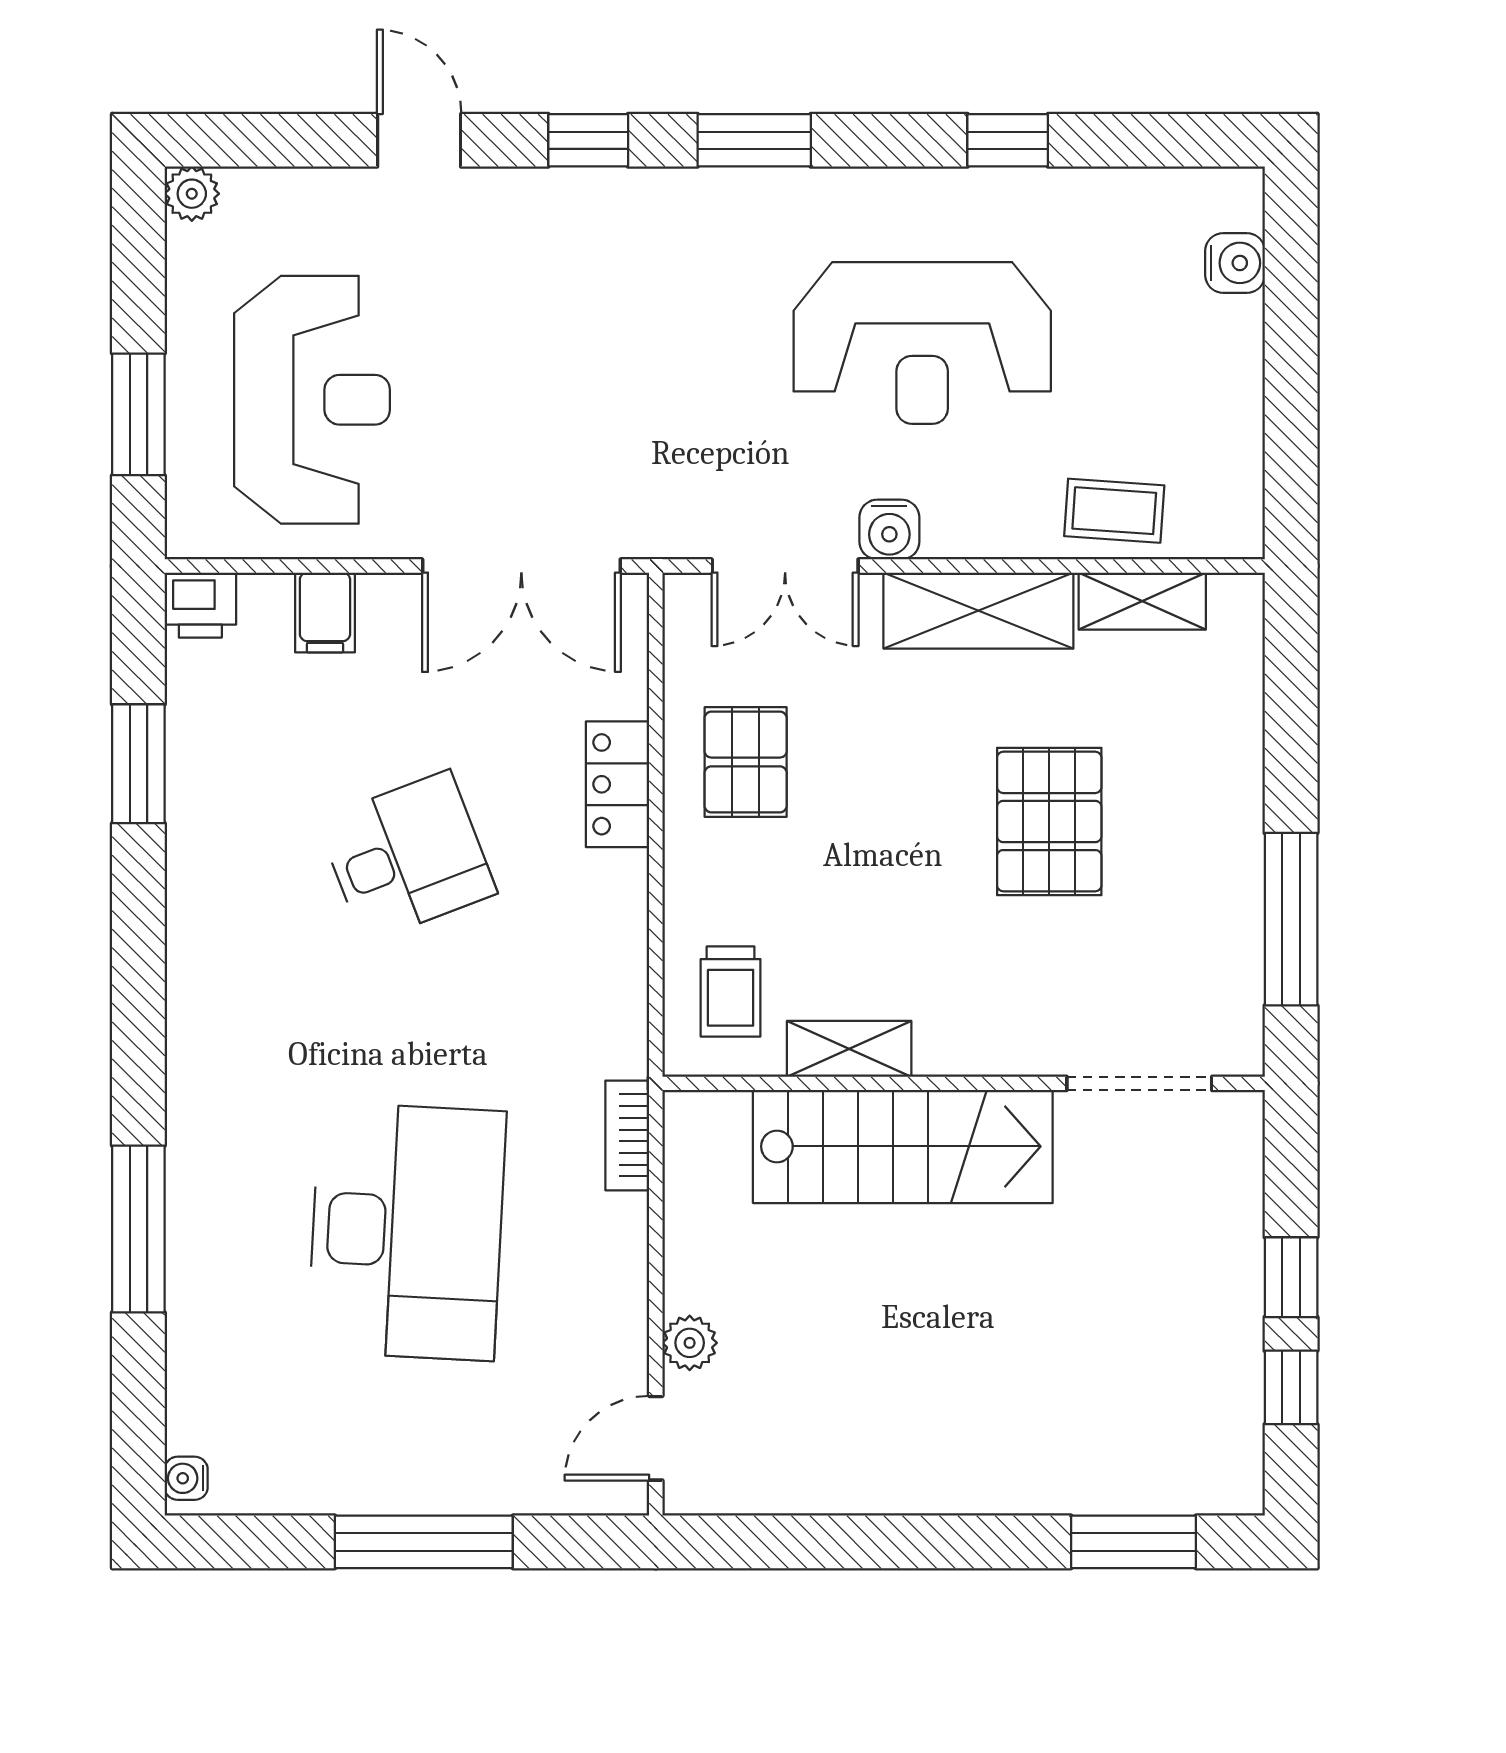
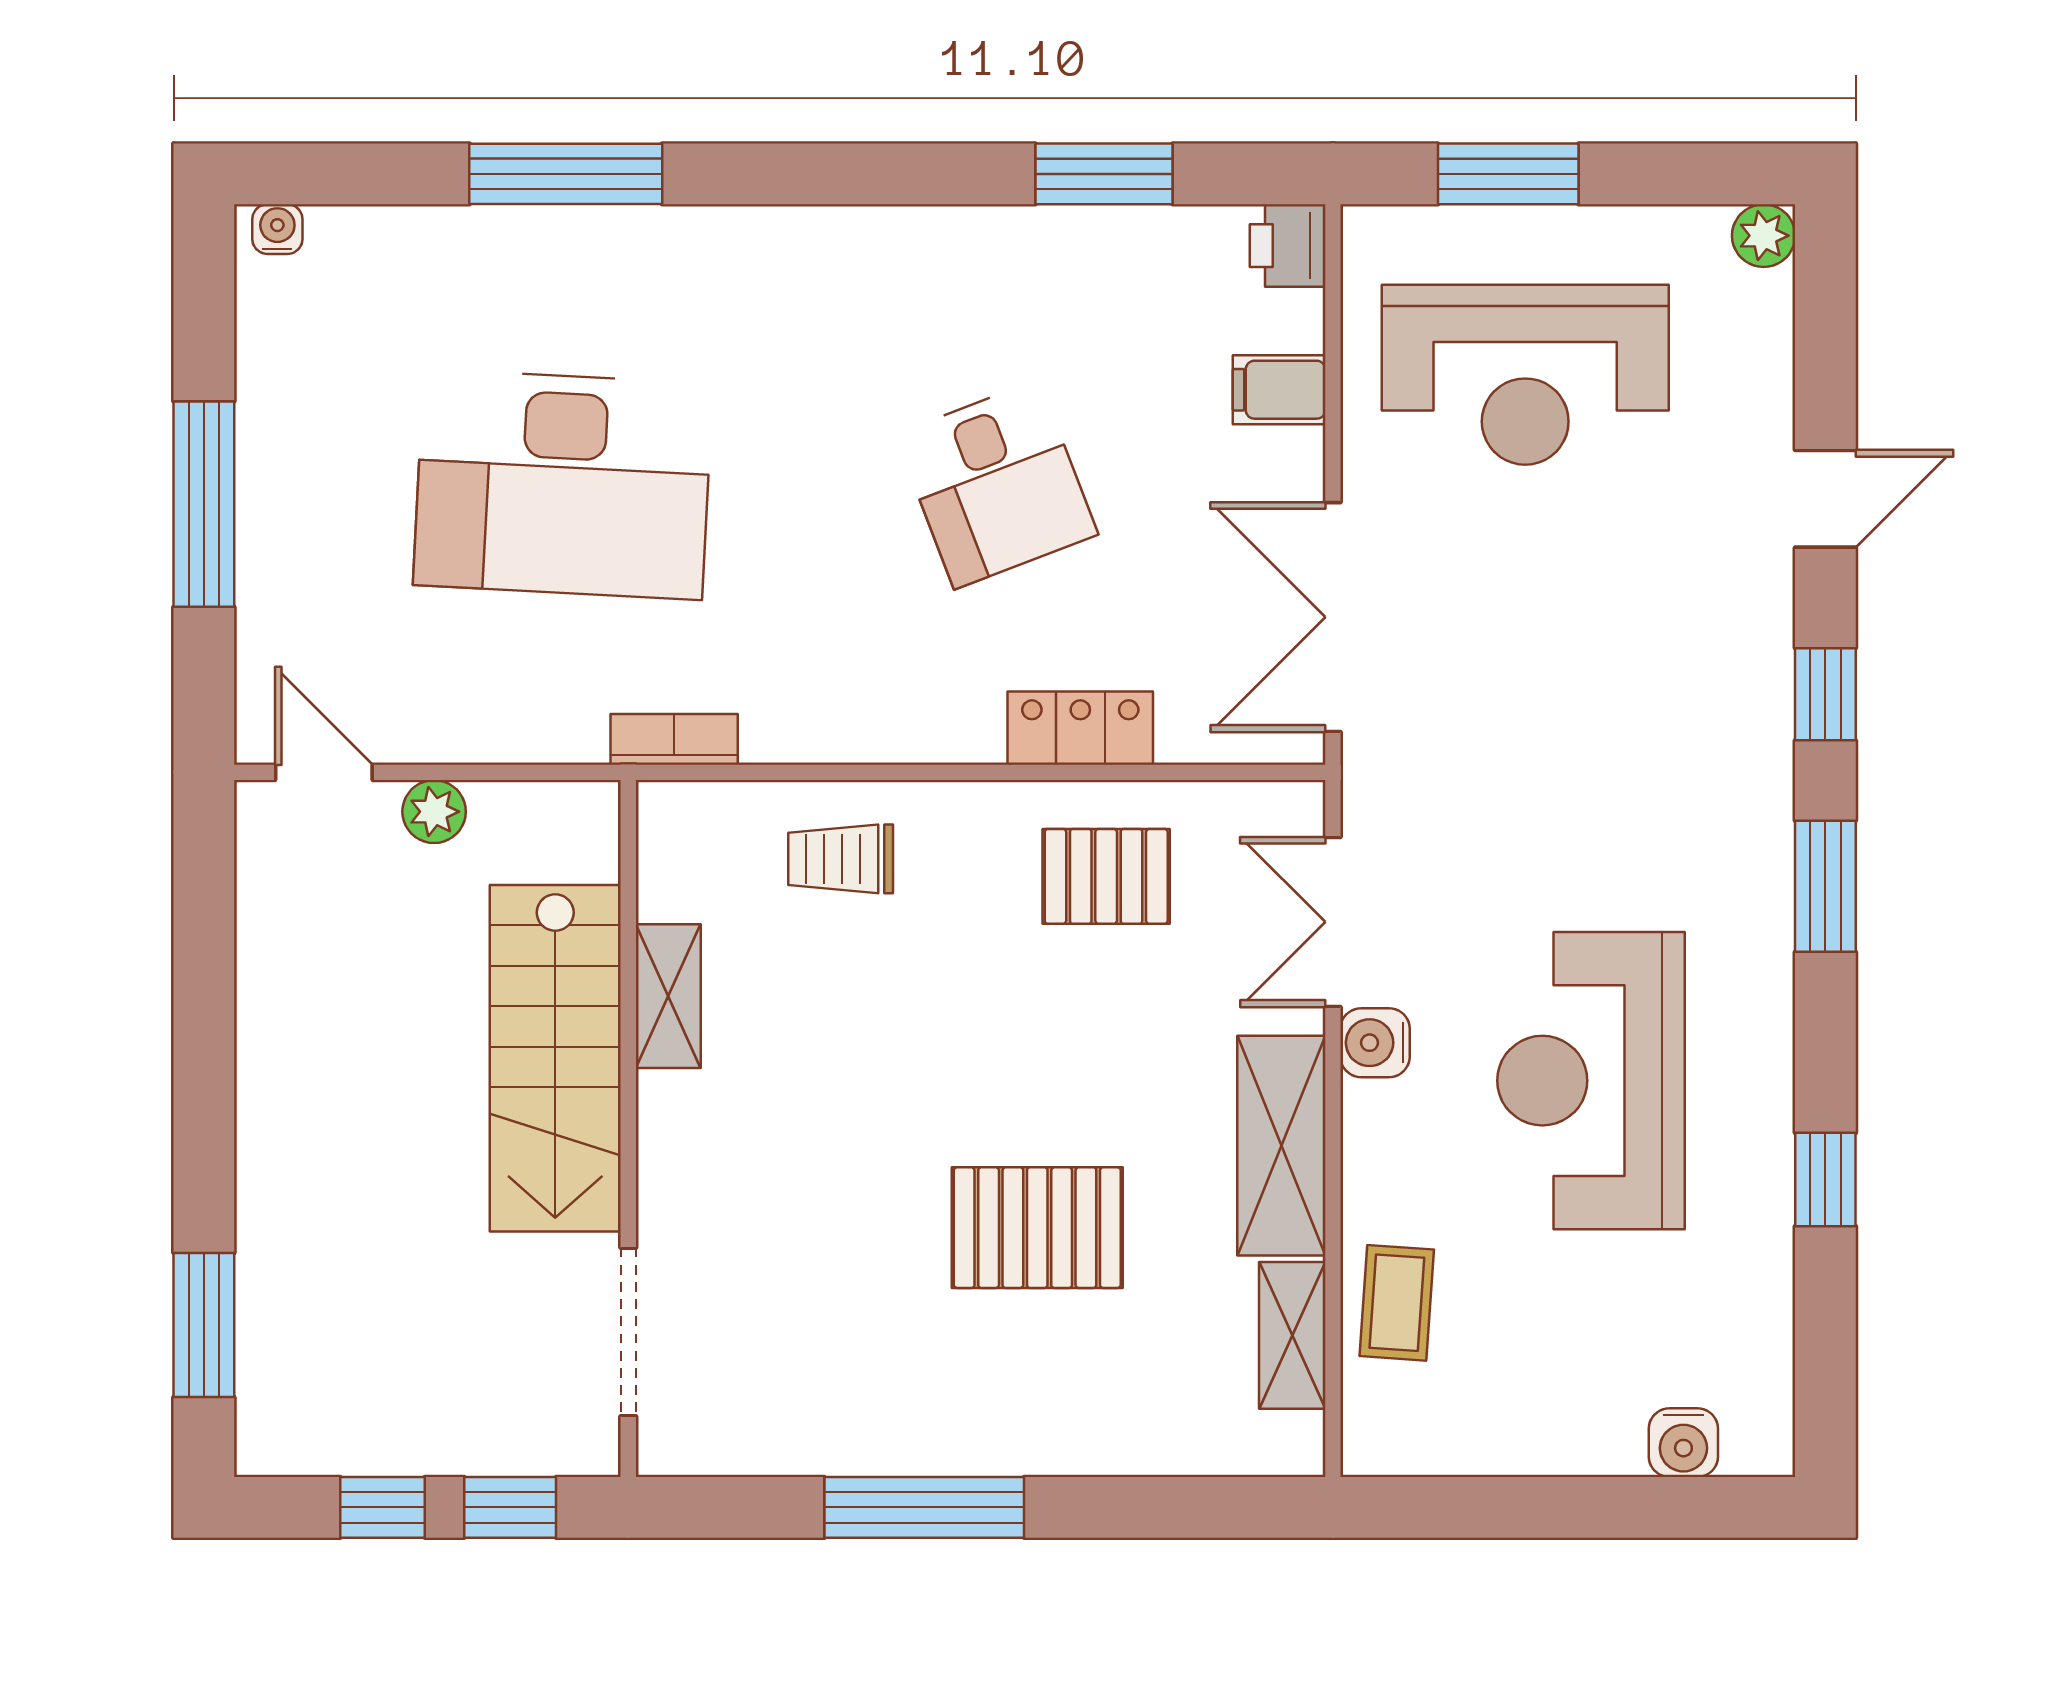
shelving: (849, 1049) -> (668, 996), moved
wall: (964, 1083) -> (628, 1129), moved
doorway: (1139, 1083) -> (628, 1332), moved
stairs: (903, 1146) -> (555, 1058), moved

